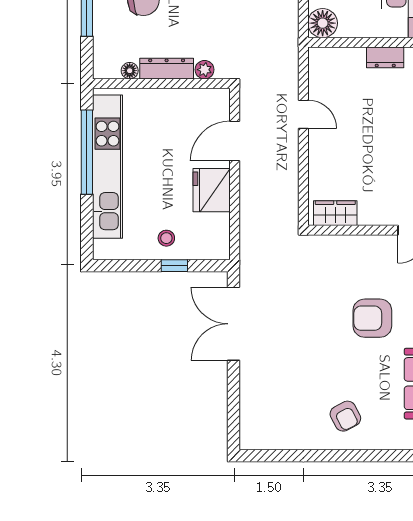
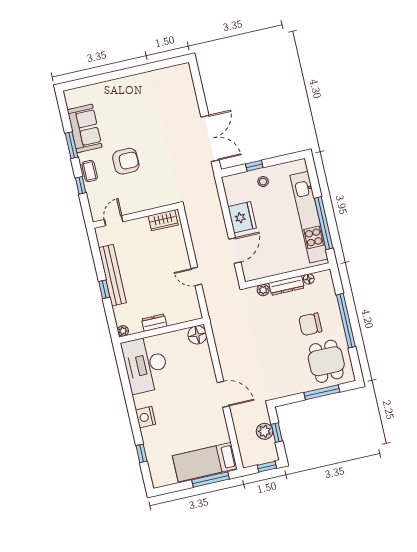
armchair: (345, 416) -> (129, 97), removed

